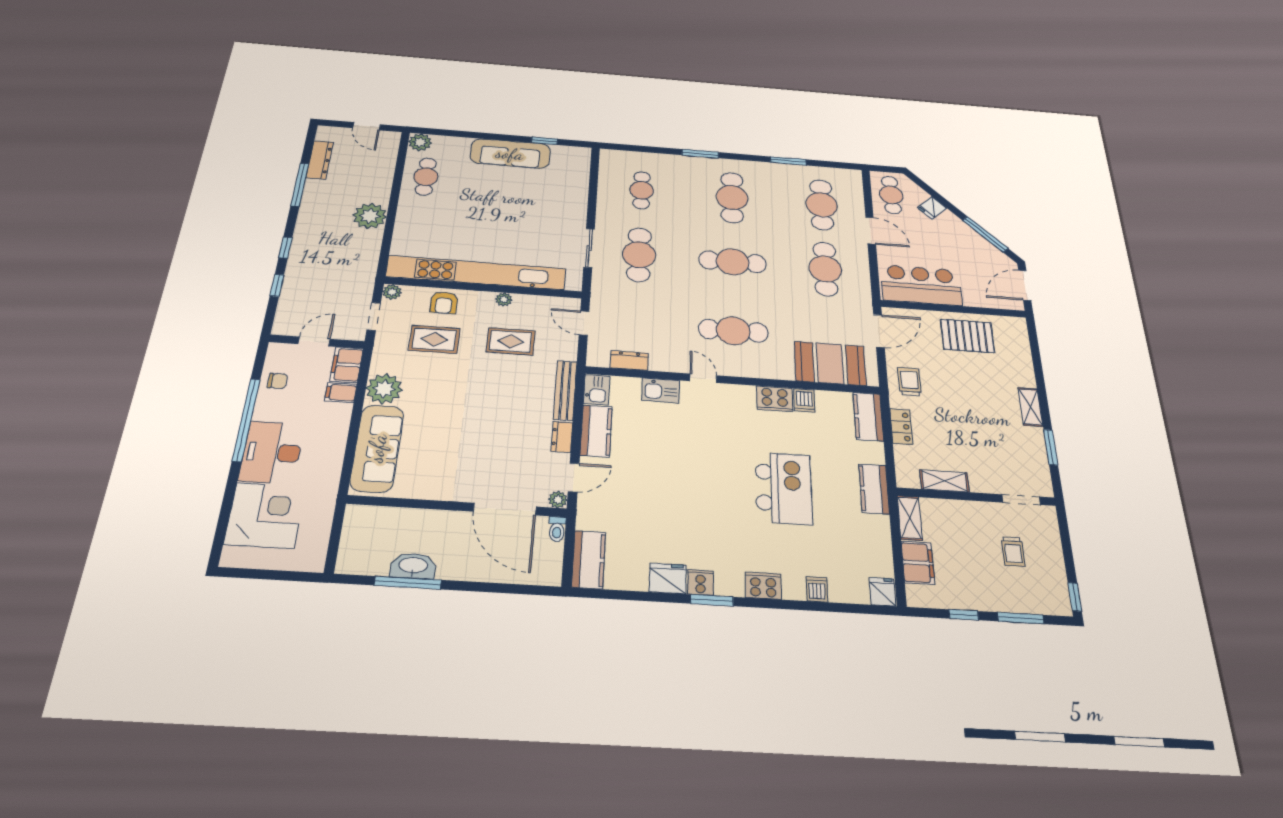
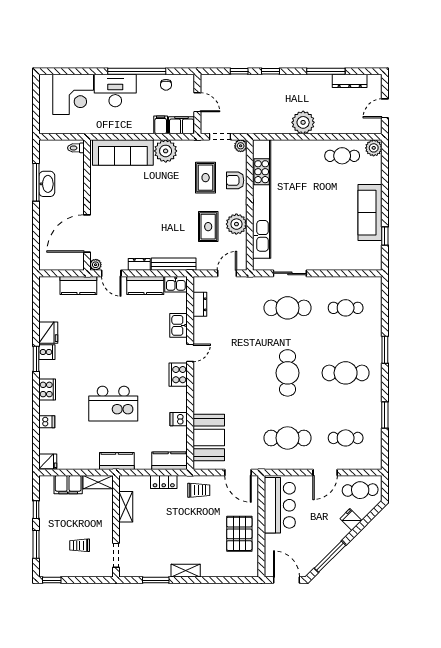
cafe table: (822, 205) -> (346, 438), width x0.73, depth x0.74
plant: (504, 299) -> (236, 224), width x1.87, depth x1.87
cafe table: (733, 331) -> (229, 373), removed
cooker: (775, 399) -> (178, 375), moved
toilet: (557, 529) -> (76, 148), moved
kitchen counter: (589, 560) -> (78, 285), moved

